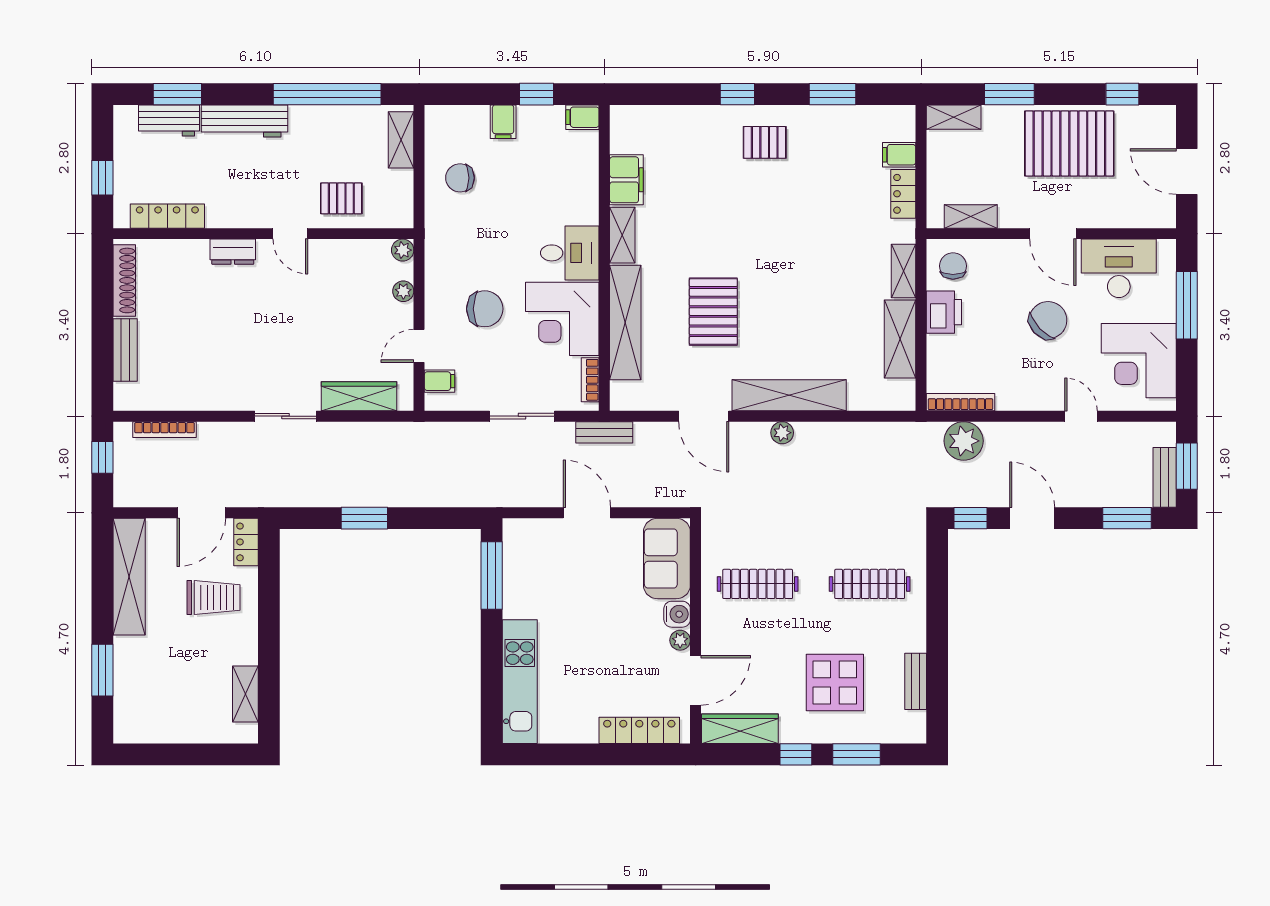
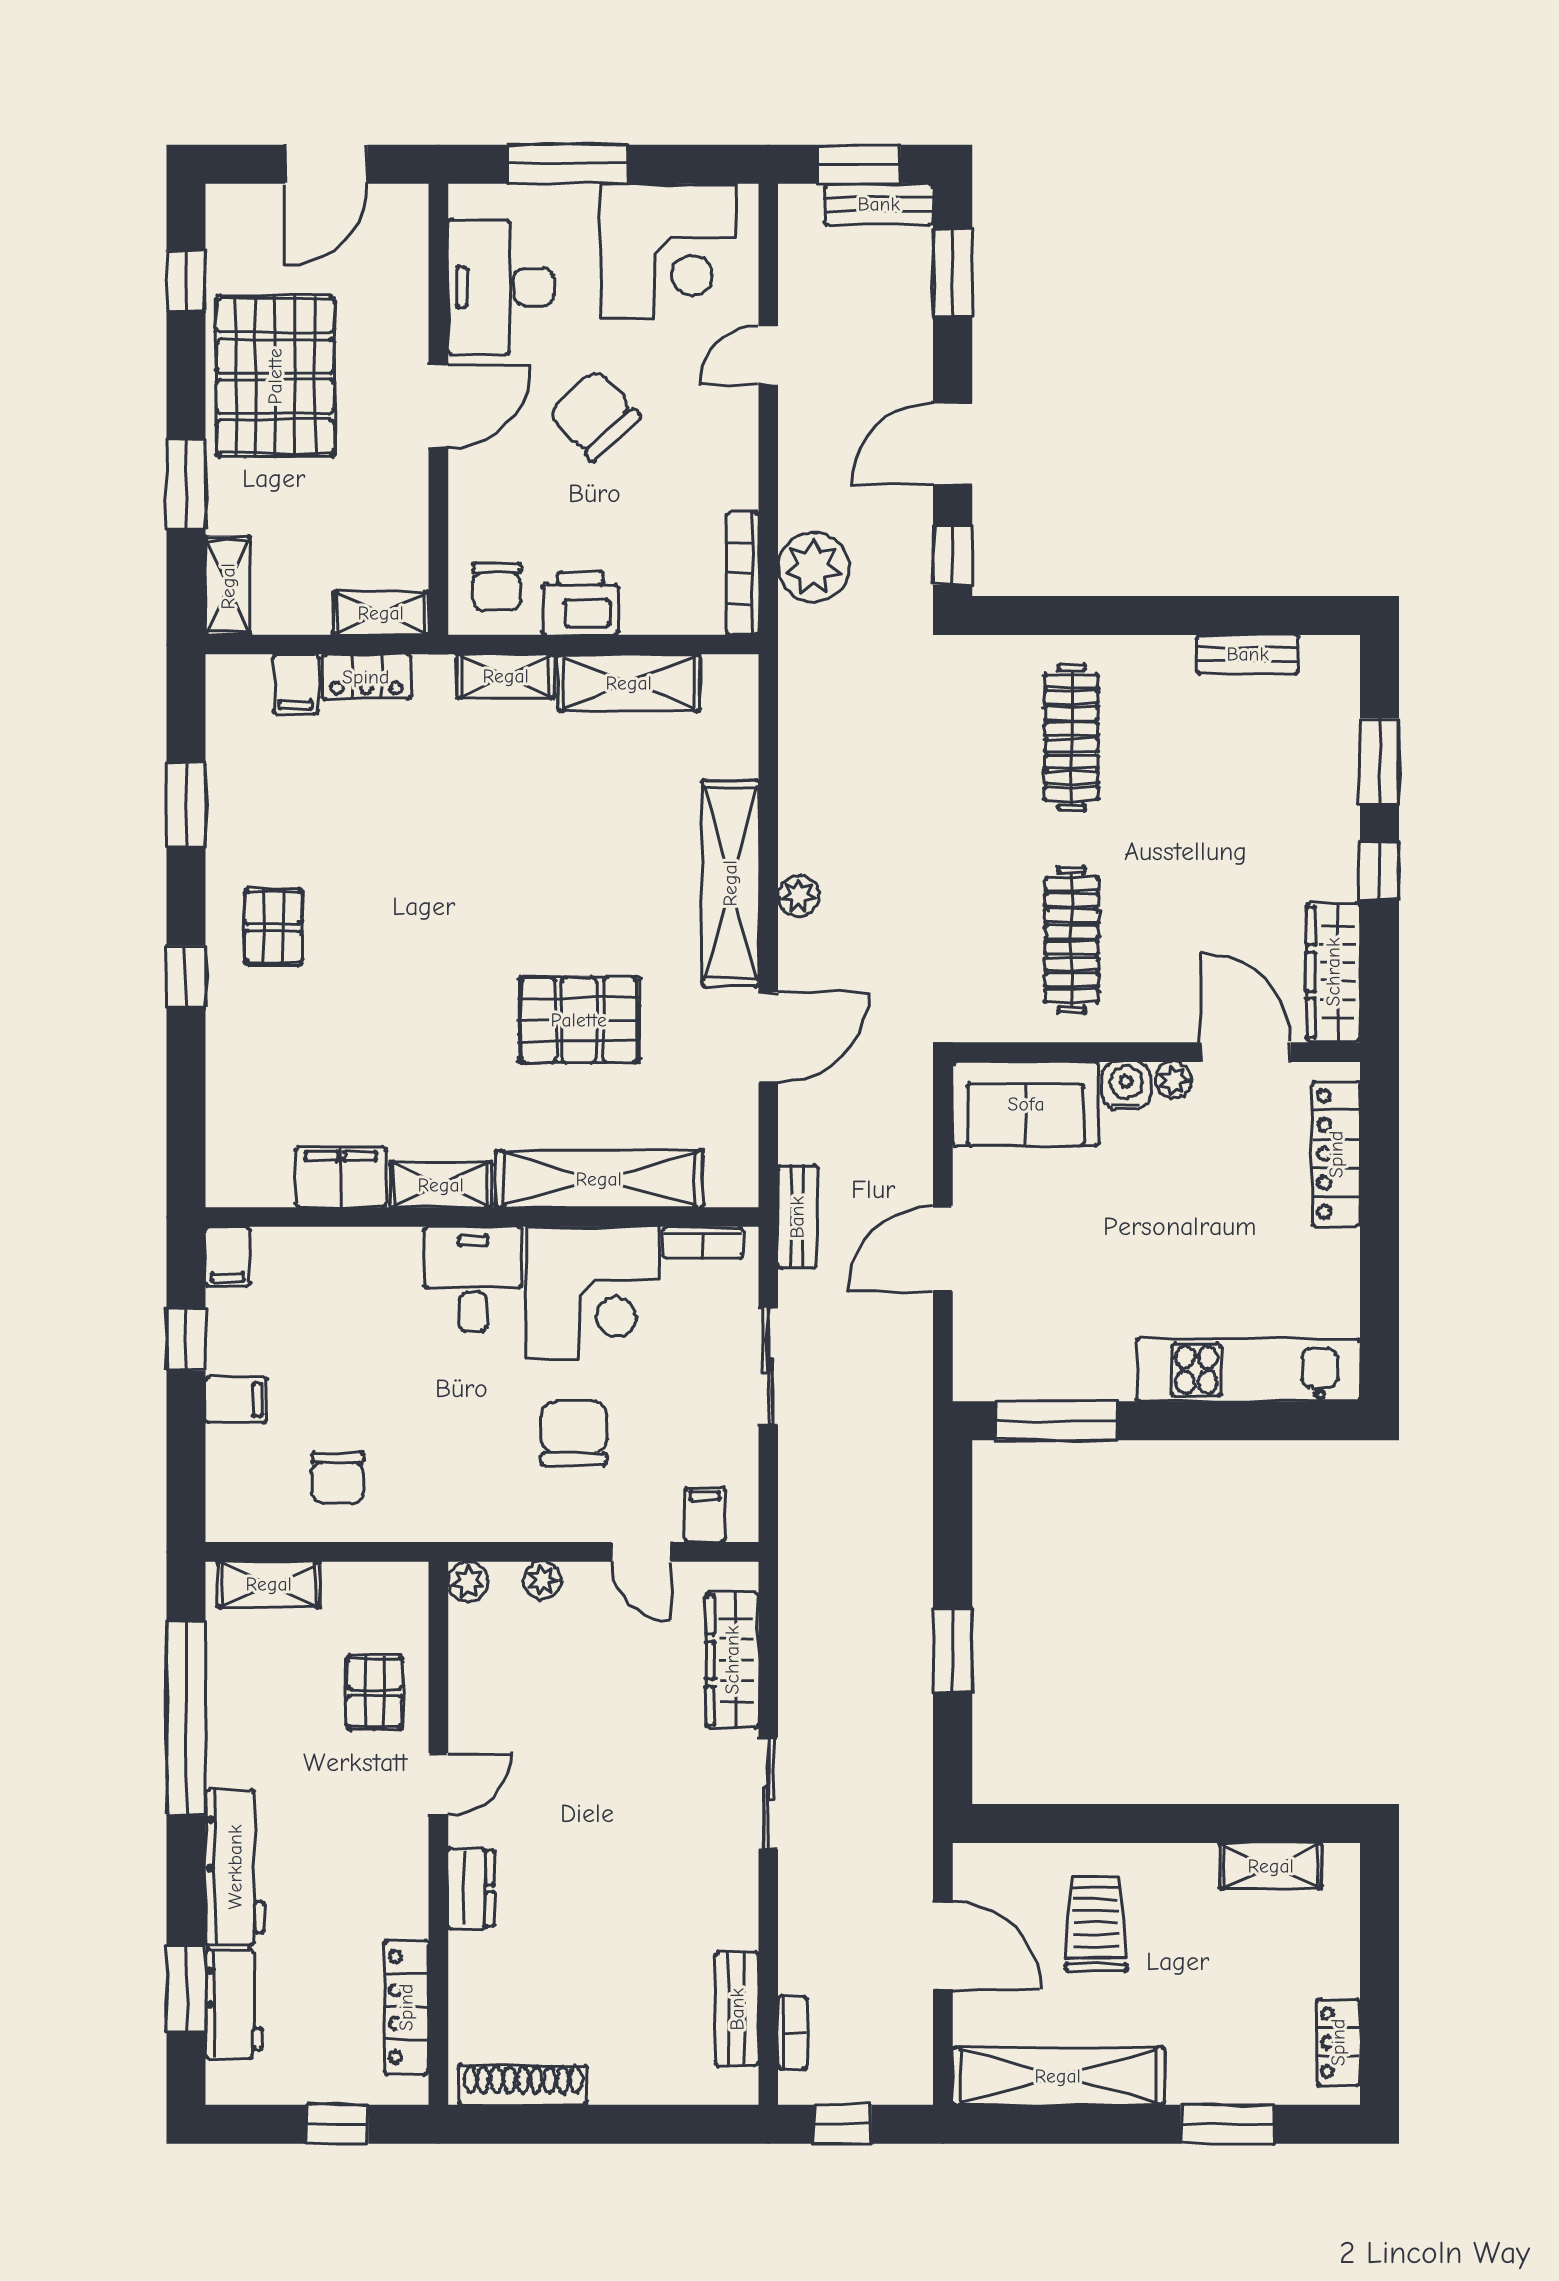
shelving: (971, 216) -> (381, 613), moved, turned 90
chair: (953, 266) -> (497, 587), turned -90
bench: (125, 350) -> (737, 2009), moved, turned 90
bookcase: (164, 430) -> (793, 2033), width x0.64
locker: (246, 542) -> (1338, 2042), moved, turned 90
display table: (835, 682) -> (1250, 800), removed

